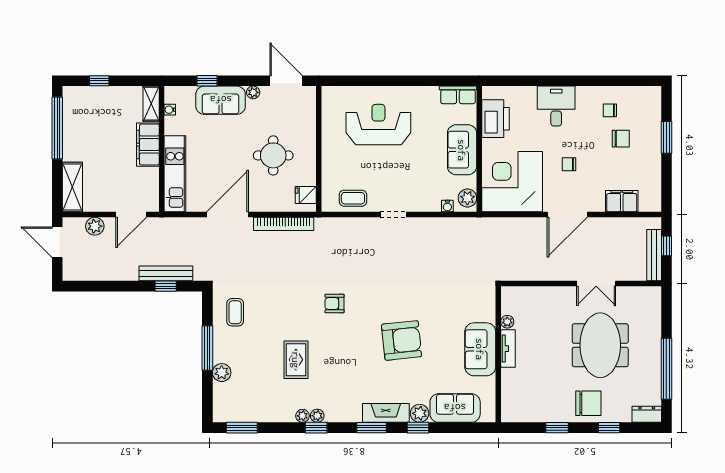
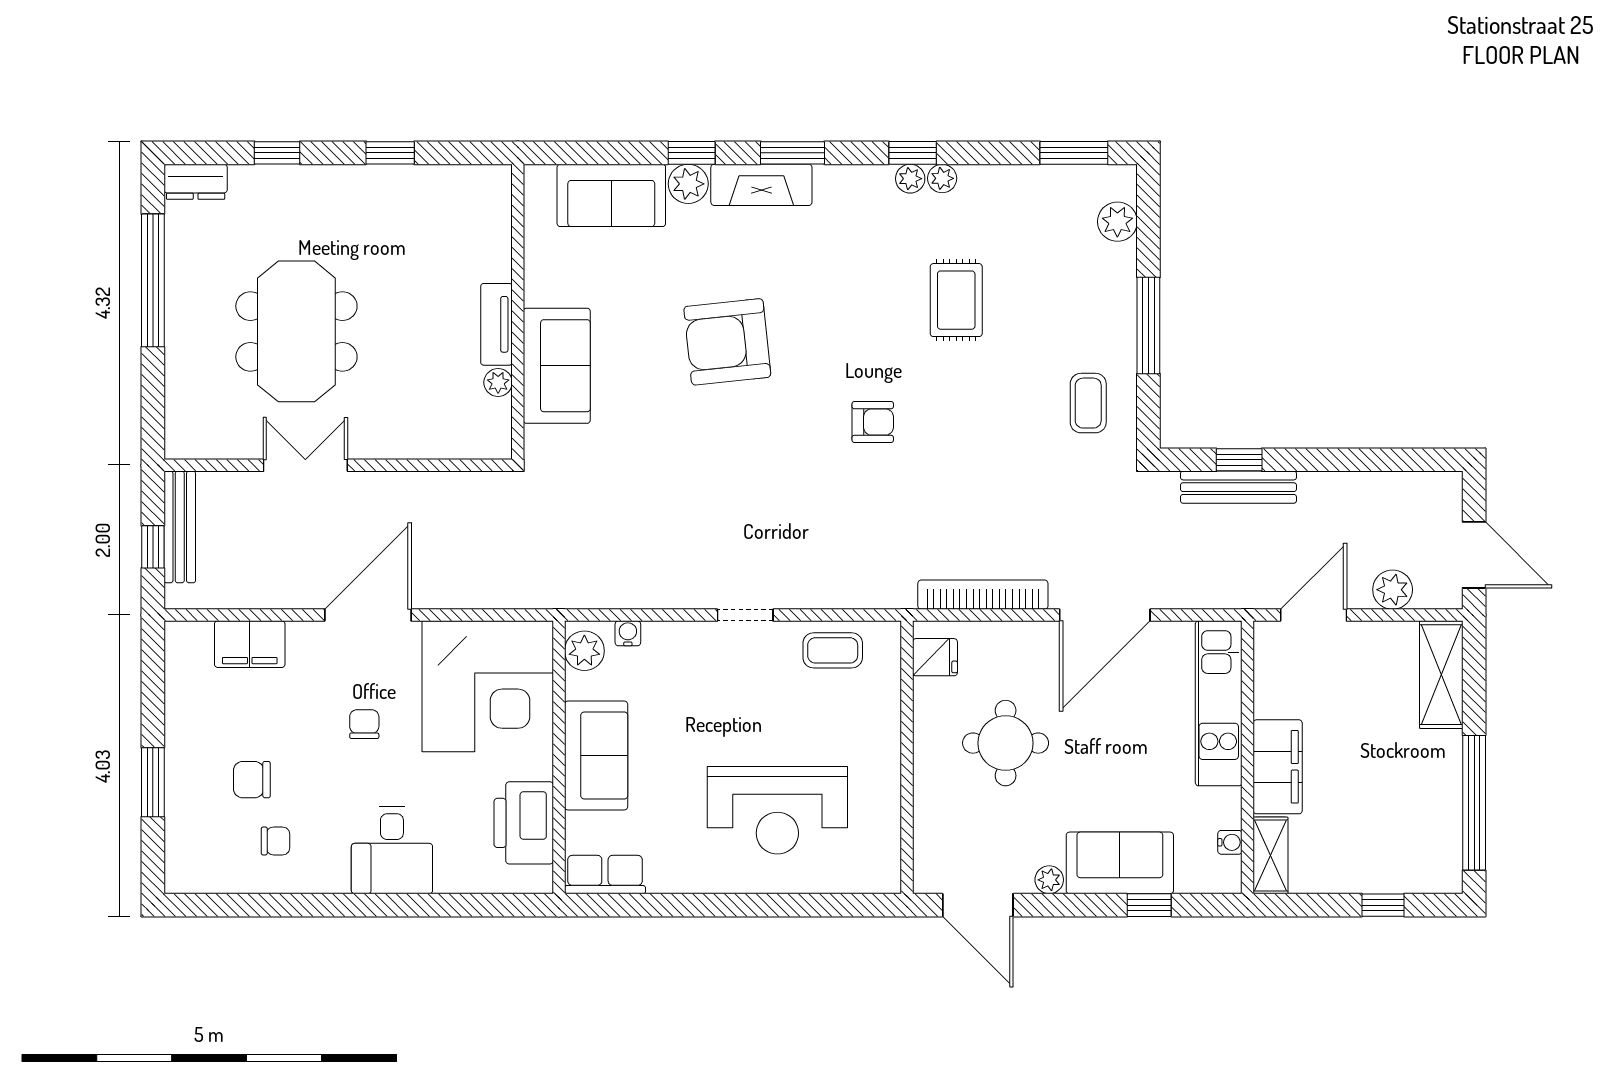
chair: (569, 164) -> (364, 724), turned -90
sofa: (480, 349) -> (557, 366), moved
plant: (222, 373) -> (1117, 222), moved
chair: (588, 403) -> (322, 206), removed

